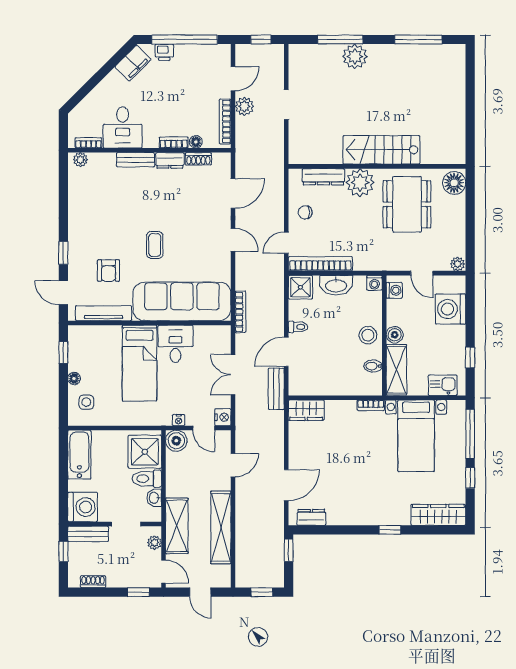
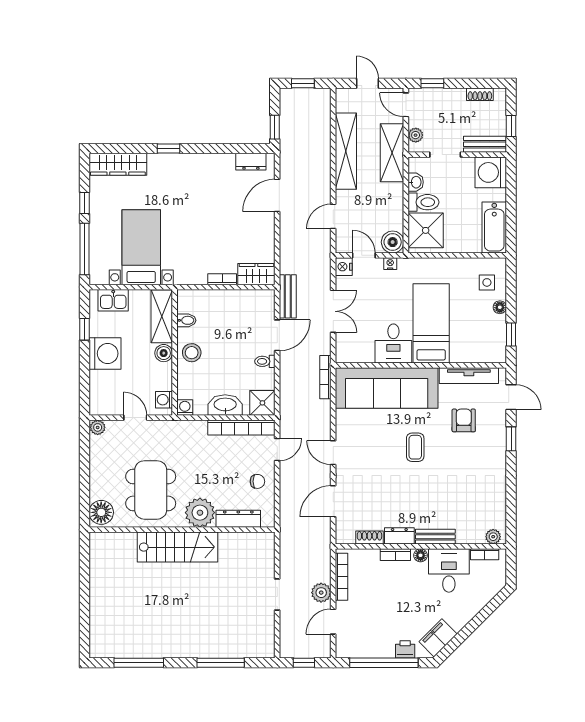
plant: (355, 56) -> (205, 645), removed
floor lamp: (196, 142) -> (421, 555), moved
washing machine: (451, 309) -> (105, 353), moved
bookcase: (371, 405) -> (222, 279), moved

